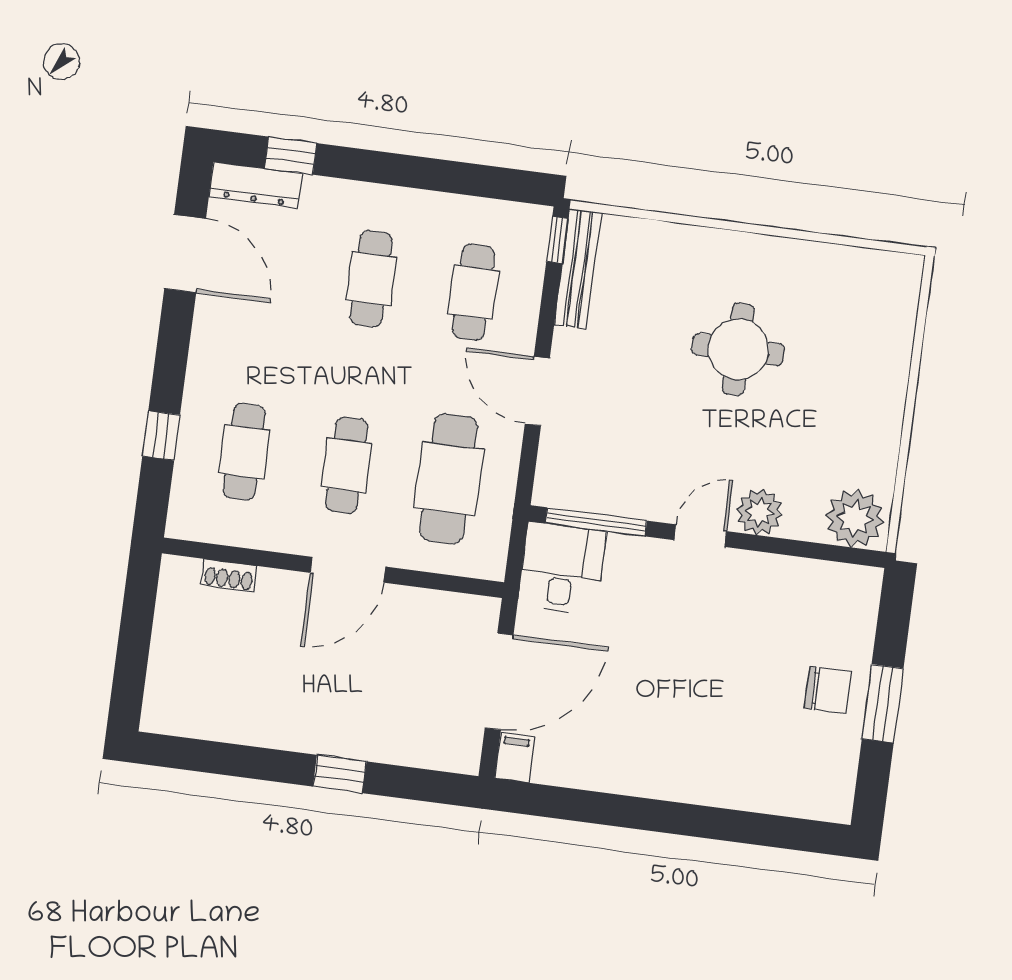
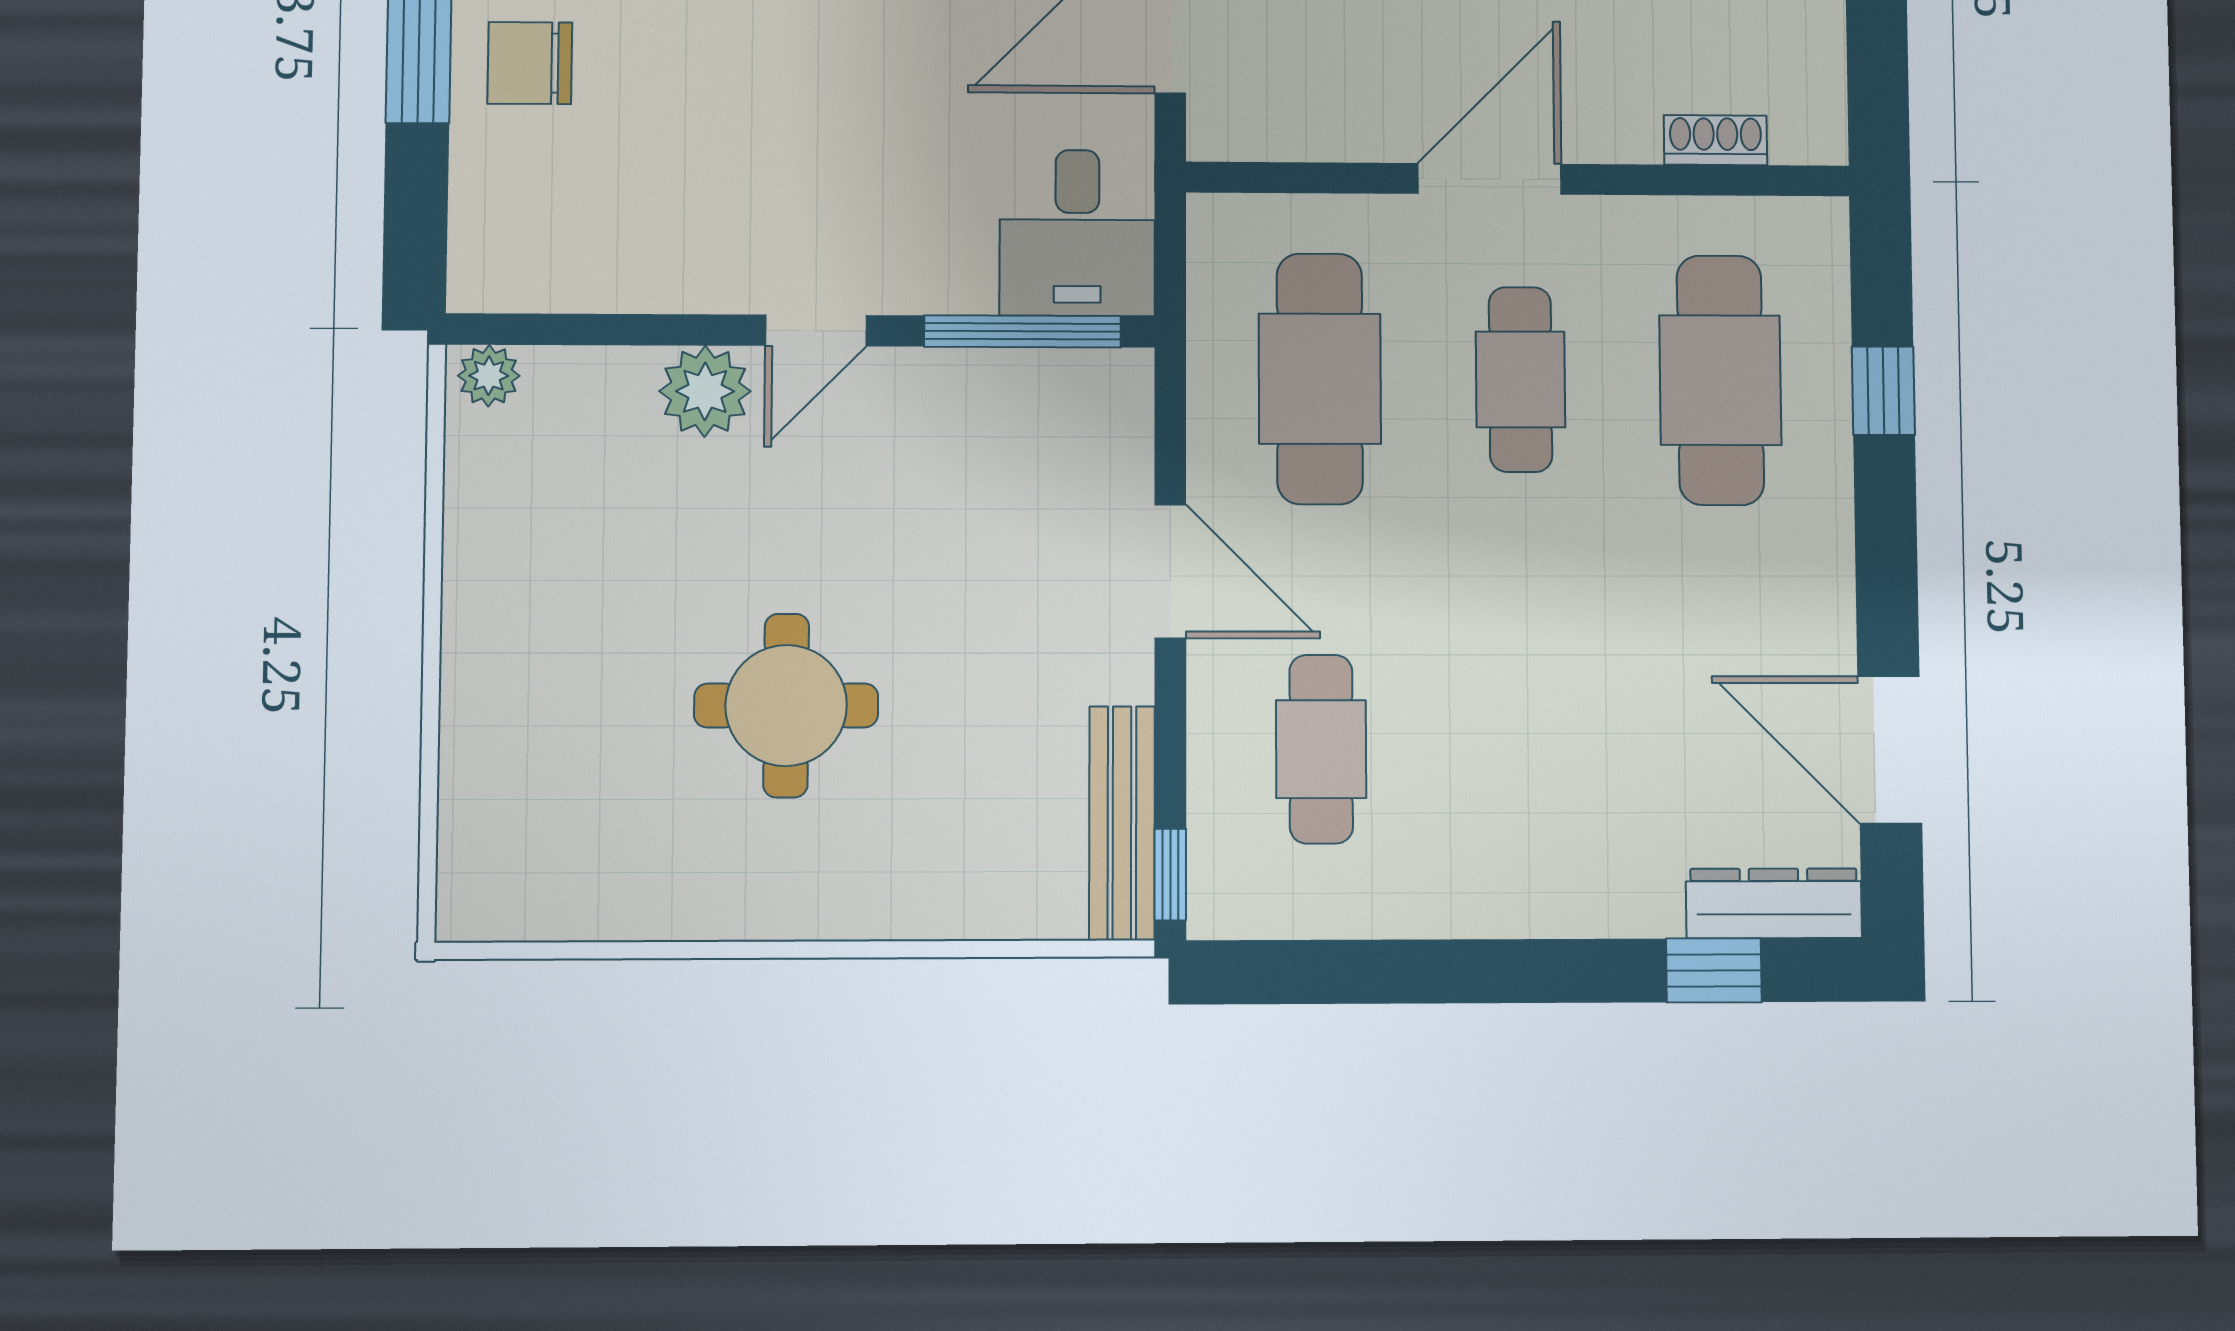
cafe table: (371, 279) -> (1524, 749), removed
cafe table: (244, 452) -> (1720, 380), width x1.37, depth x1.35
plant: (855, 518) -> (489, 376), width x0.53, depth x0.53

